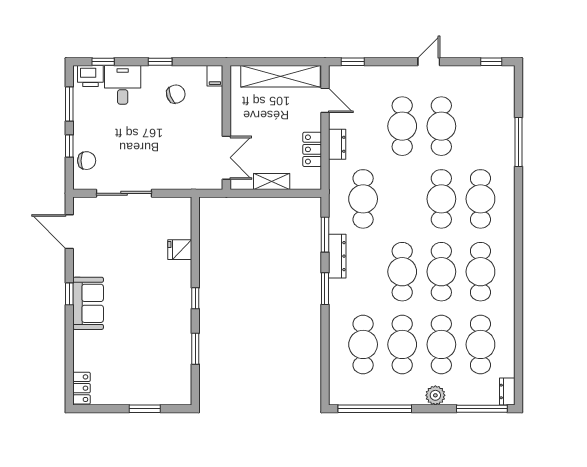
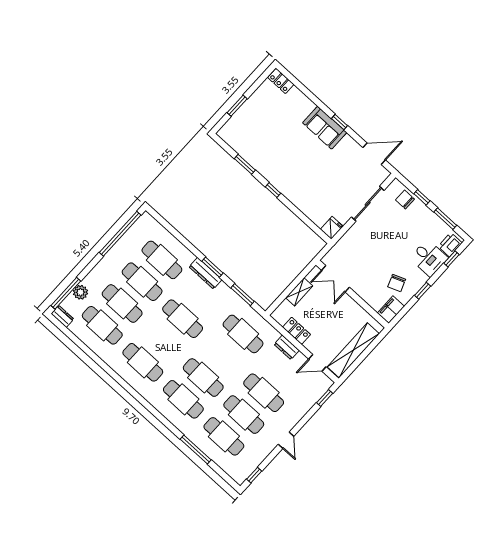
filing cabinet: (215, 76) -> (391, 310), width x2.00
chair: (87, 161) -> (405, 199), turned 90
fridge: (180, 250) -> (332, 228), moved
dresser: (337, 256) -> (205, 273), moved
cafe table: (441, 272) -> (224, 436), moved
plant: (435, 395) -> (80, 292), moved

